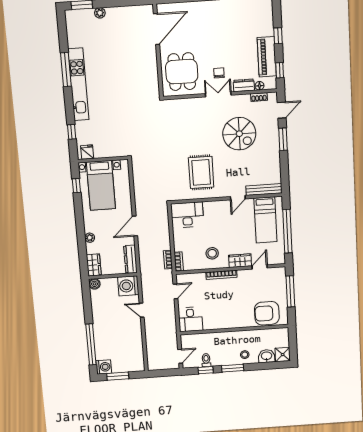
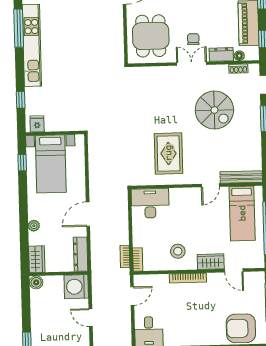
door: (260, 267) -> (234, 270), swing flipped

